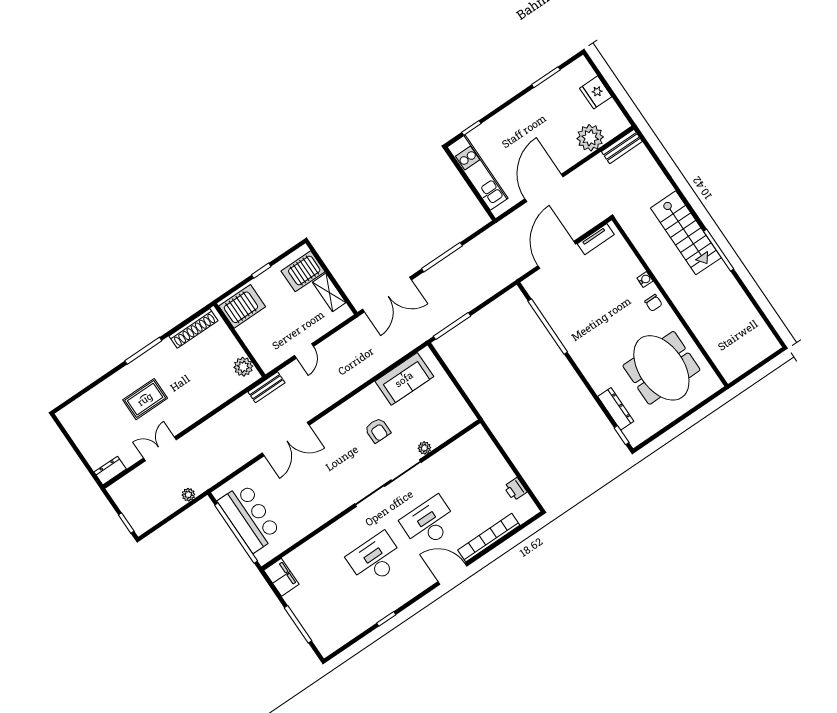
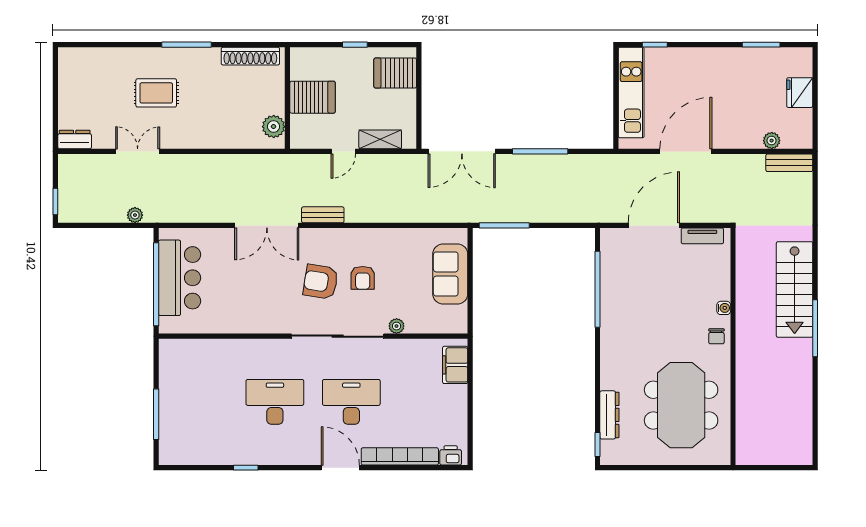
plant: (590, 138) -> (772, 141), width x0.53, depth x0.53
shelving: (329, 292) -> (380, 139), moved, turned 90
server rack: (242, 306) -> (313, 97), moved
sofa: (404, 379) -> (450, 274), moved, turned 90
bench: (266, 387) -> (323, 215), moved
armchair: (350, 453) -> (321, 282), added
printer: (515, 489) -> (451, 455), moved, turned 90
filing cabinet: (281, 577) -> (455, 365), moved, turned 180

